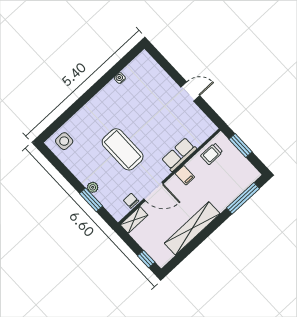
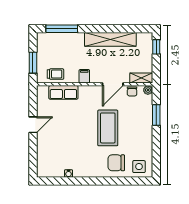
door: (190, 91) -> (33, 125), swing flipped
chair: (87, 126) -> (116, 163), added
row of seats: (179, 154) -> (63, 92), moved
plant: (93, 187) -> (148, 90), moved
door: (154, 191) -> (113, 84), swing flipped

